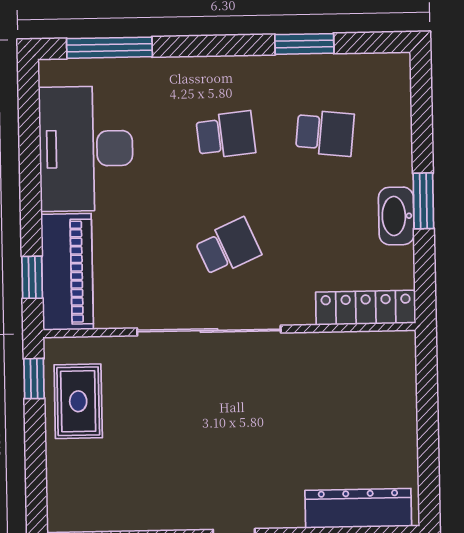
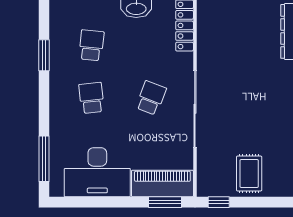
school desk: (228, 247) -> (151, 98), turned 45
window: (32, 277) -> (165, 202), width x1.50
rug: (78, 401) -> (249, 173), moved, turned 90

